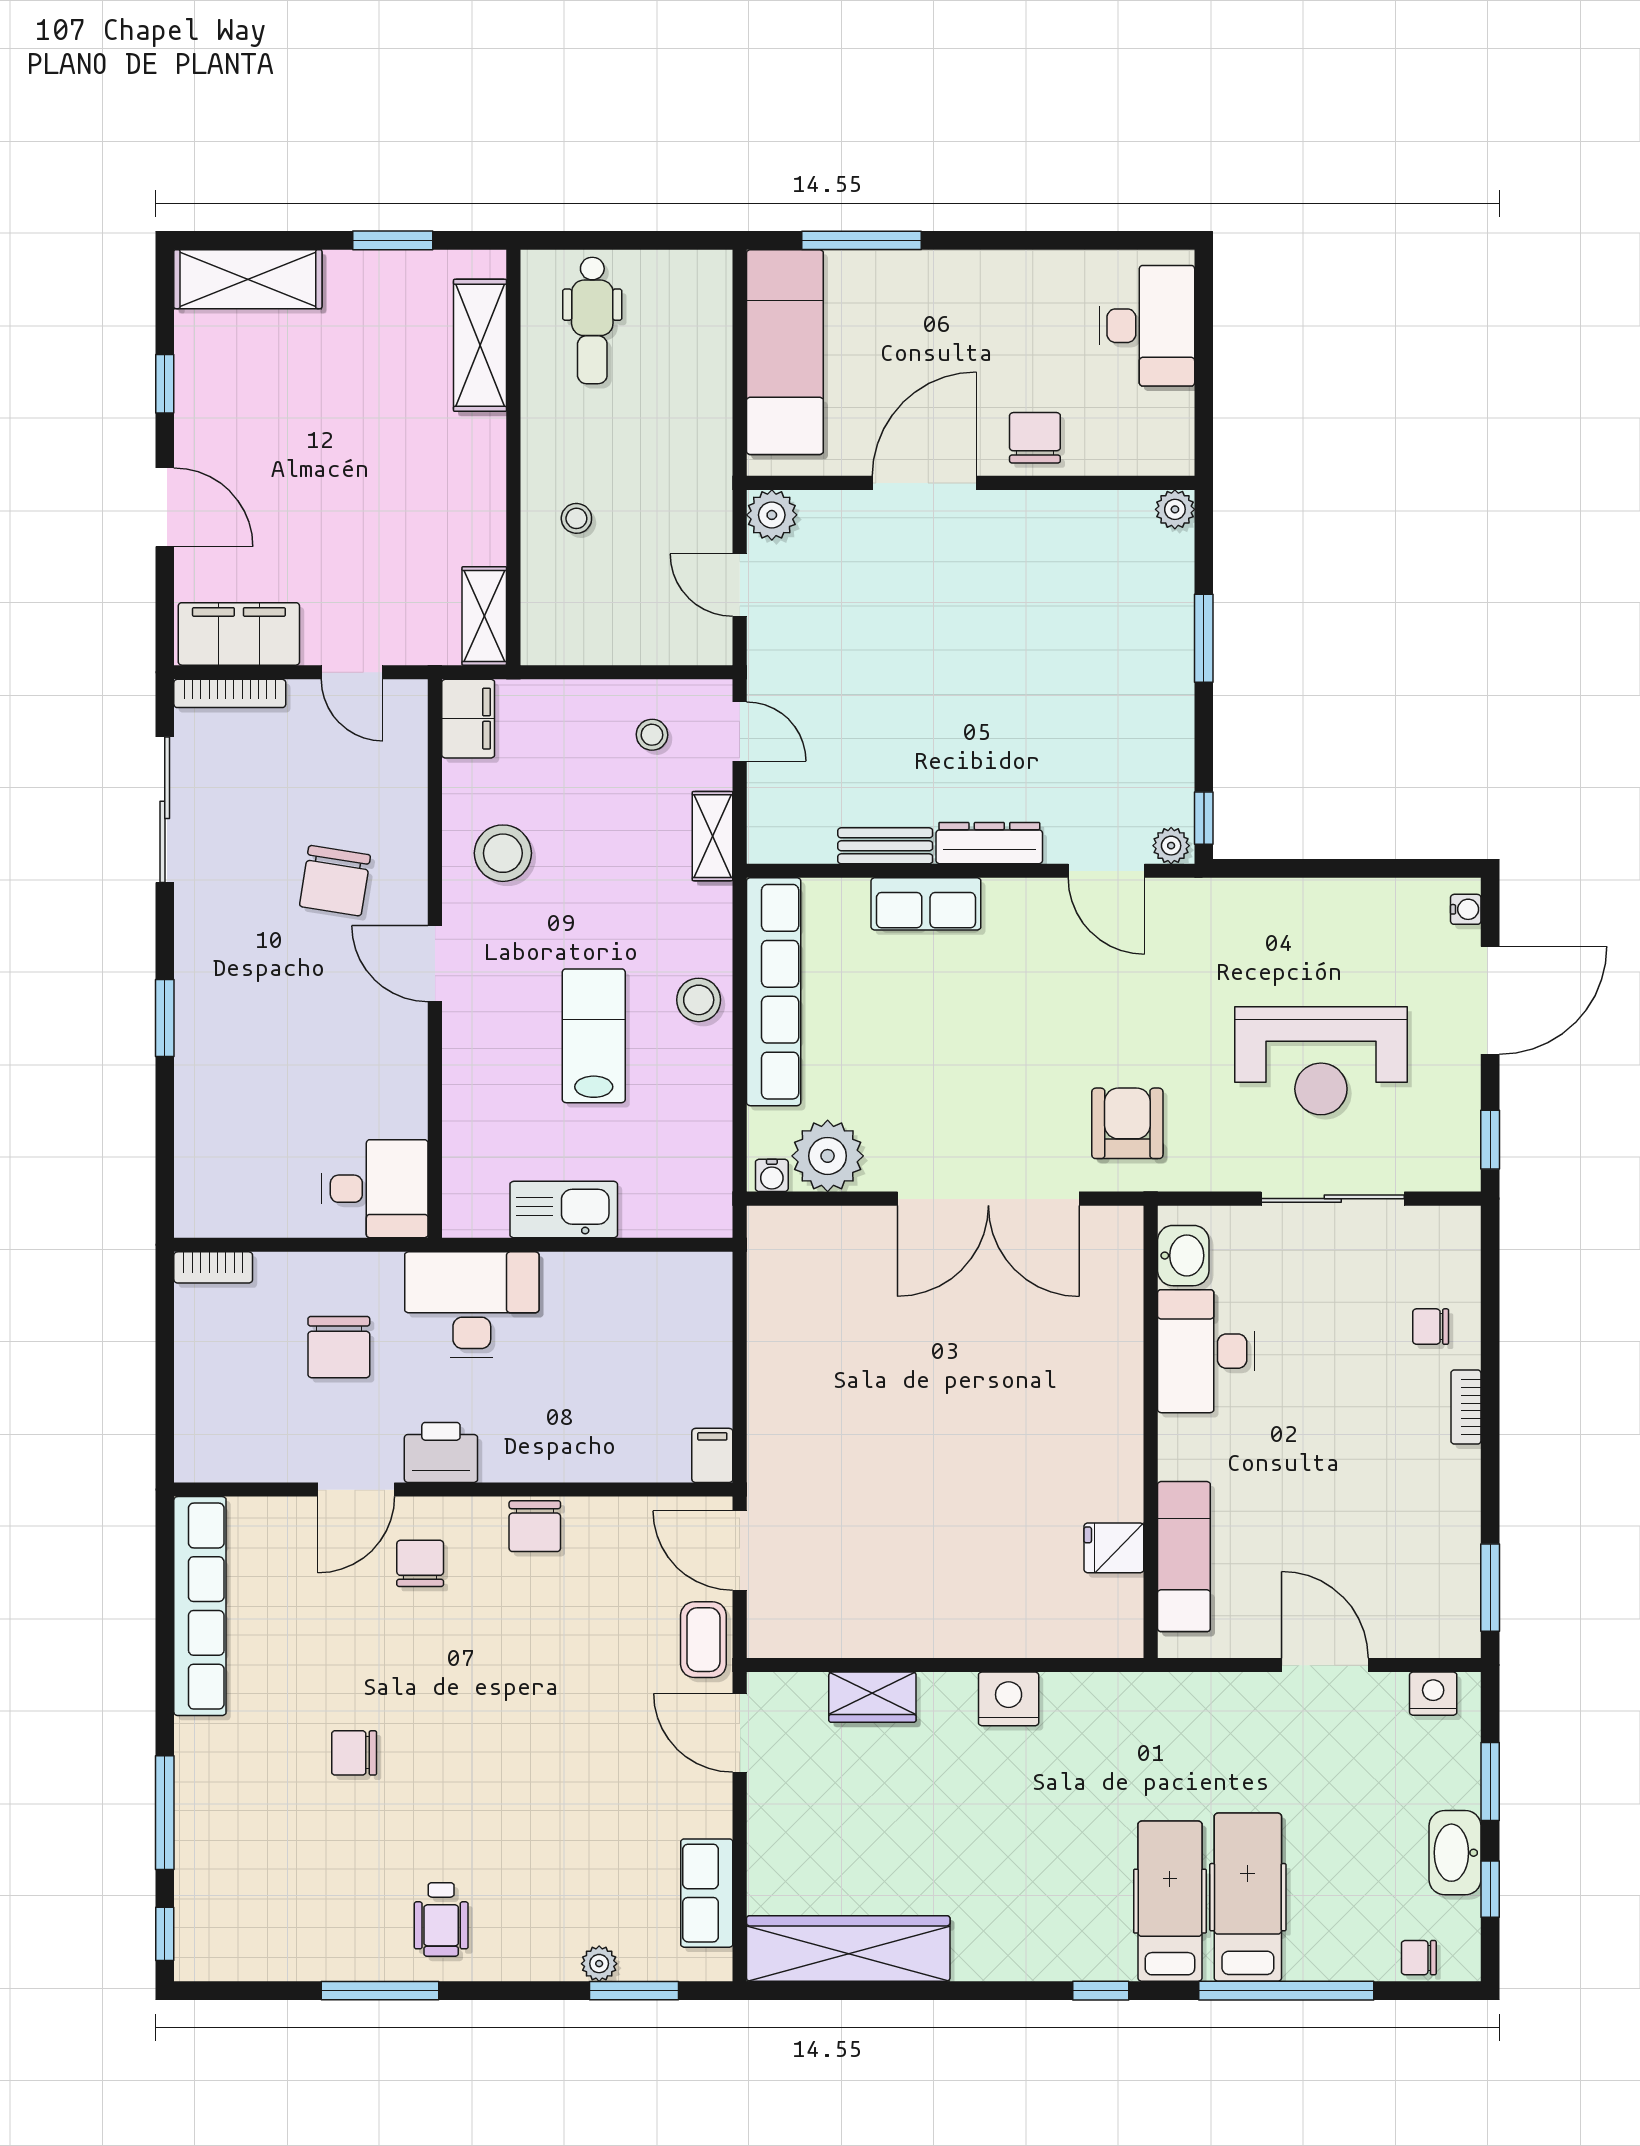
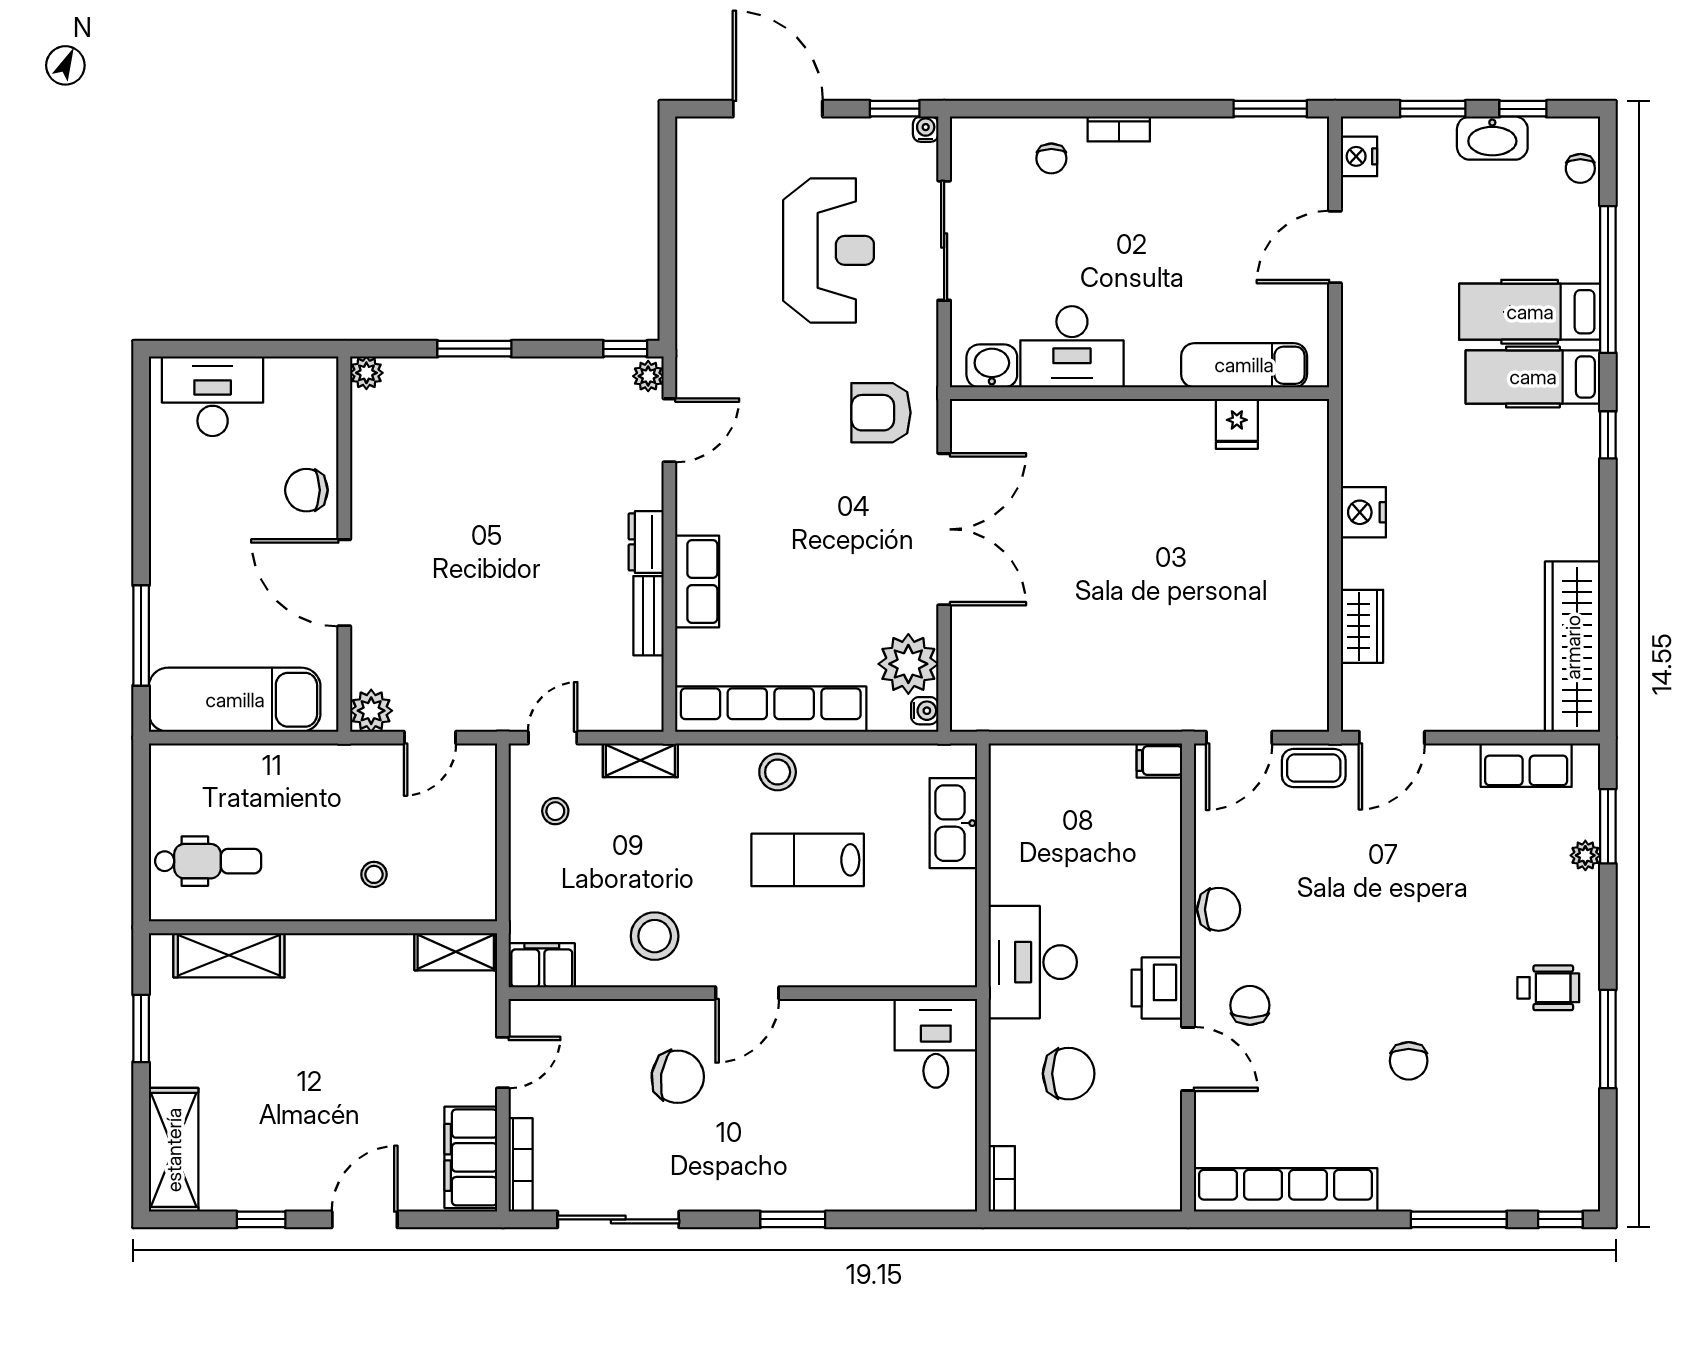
dresser: (989, 843) -> (646, 542), width x0.70
water cooler: (1466, 909) -> (926, 129), moved
kitchen sink: (564, 1210) -> (953, 823), moved
chair: (420, 1563) -> (1250, 1005), turned 90

